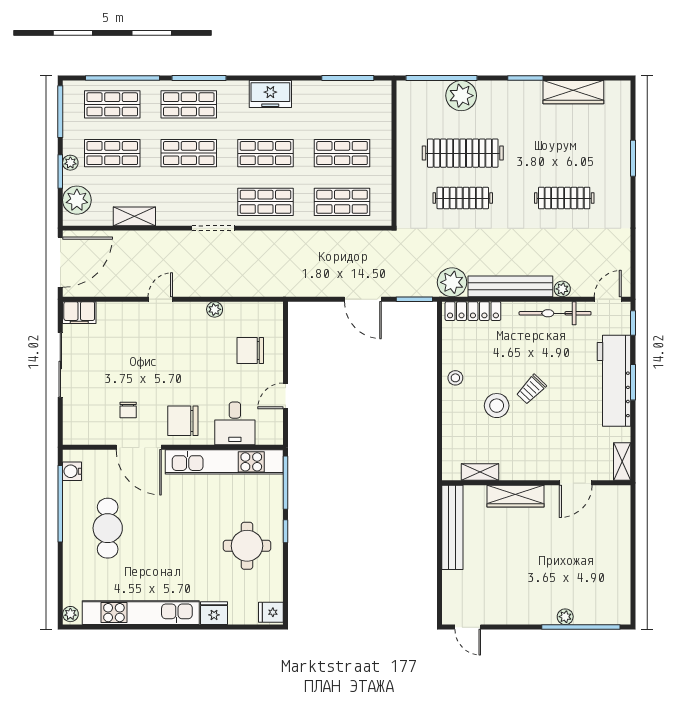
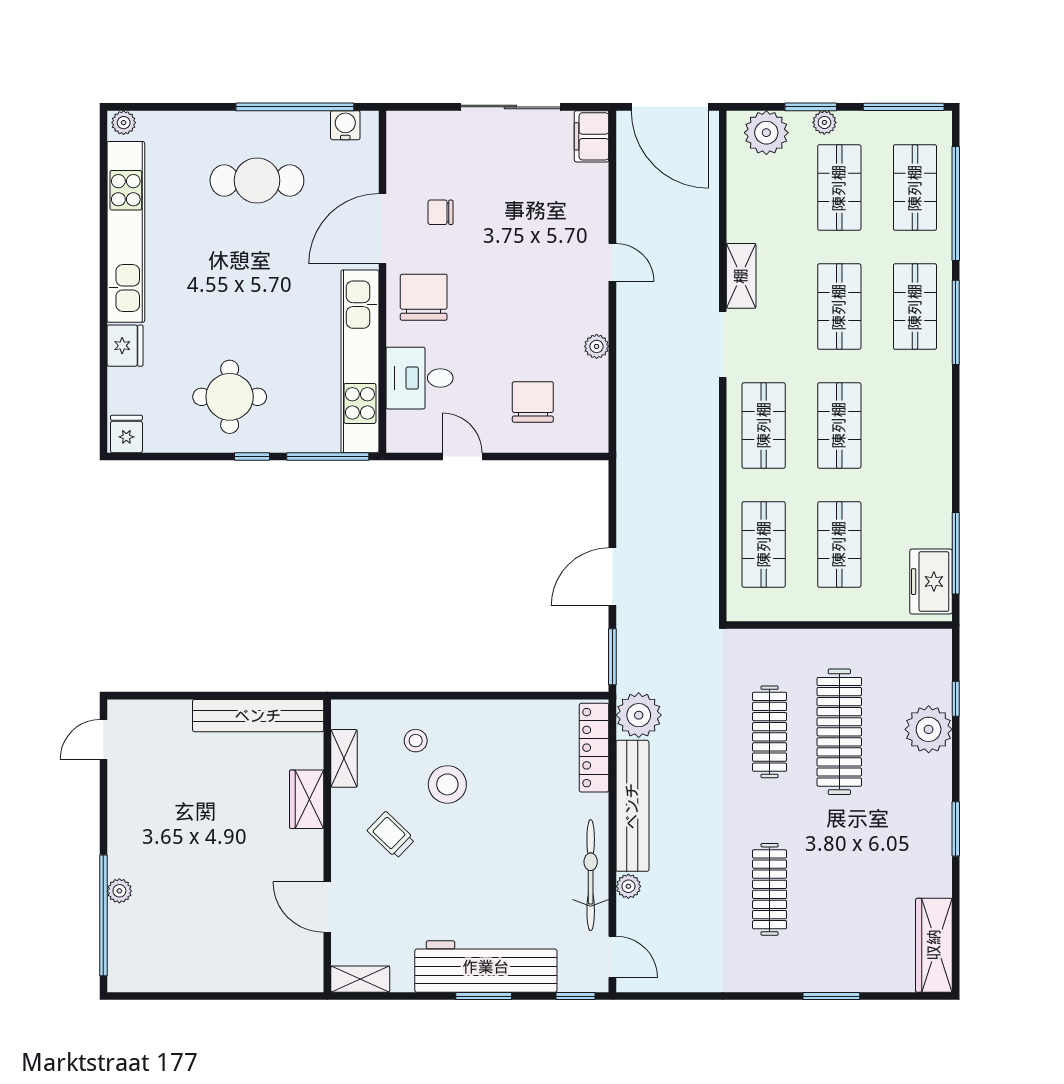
window: (441, 78) -> (956, 699), width x0.32
wardrobe: (573, 92) -> (934, 945), moved
freezer: (270, 94) -> (931, 582), moved
shelving: (134, 216) -> (741, 276), moved
stool: (455, 378) -> (416, 741), moved
trolley: (531, 389) -> (391, 835), moved
wardrobe: (516, 496) -> (307, 799), width x0.67

